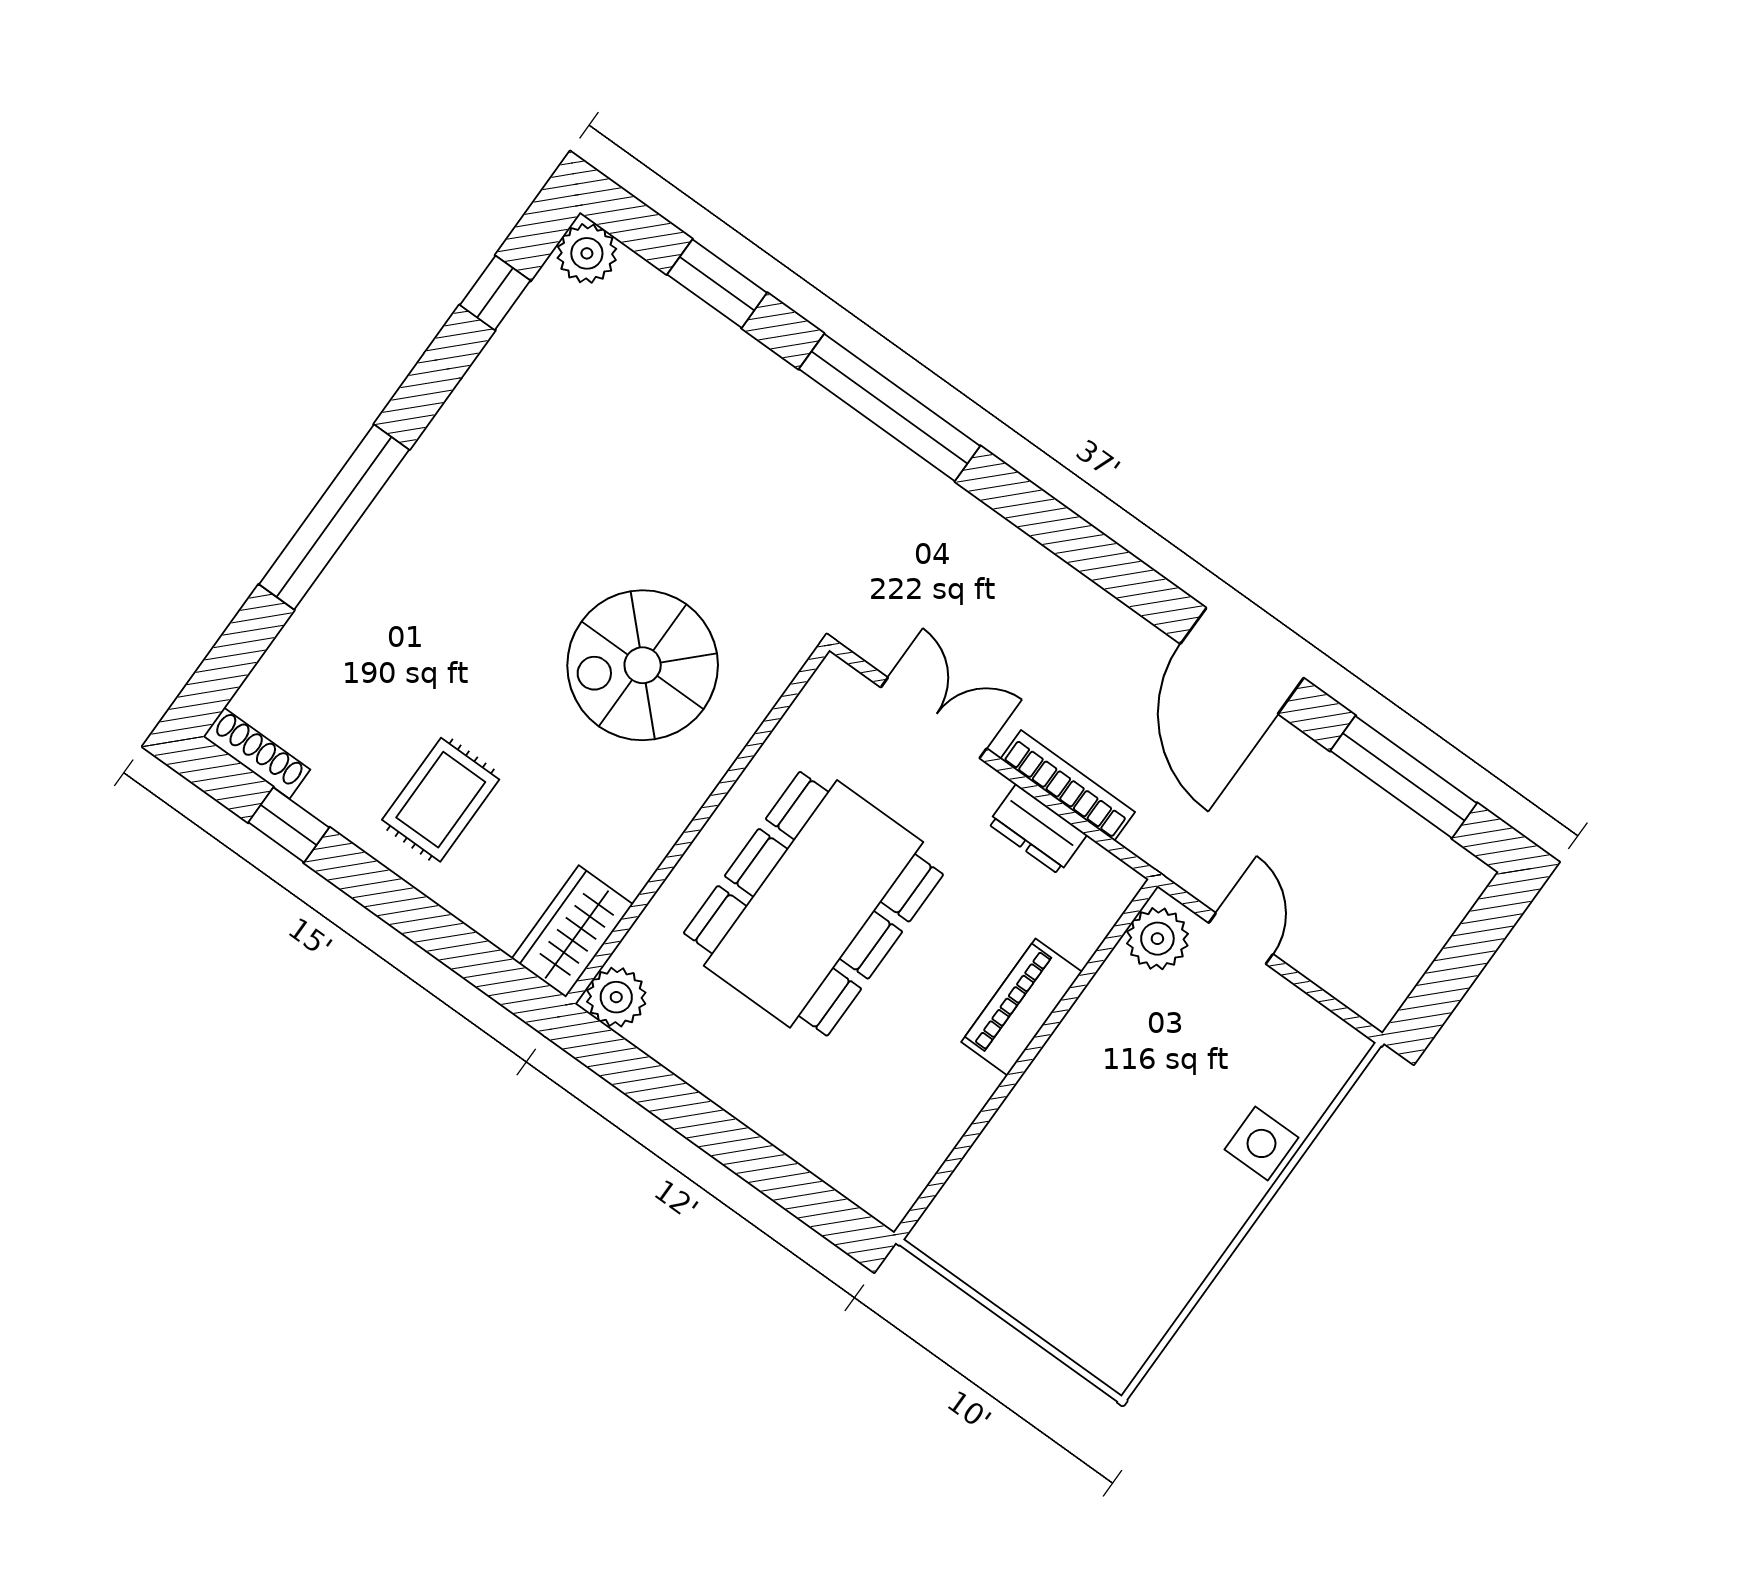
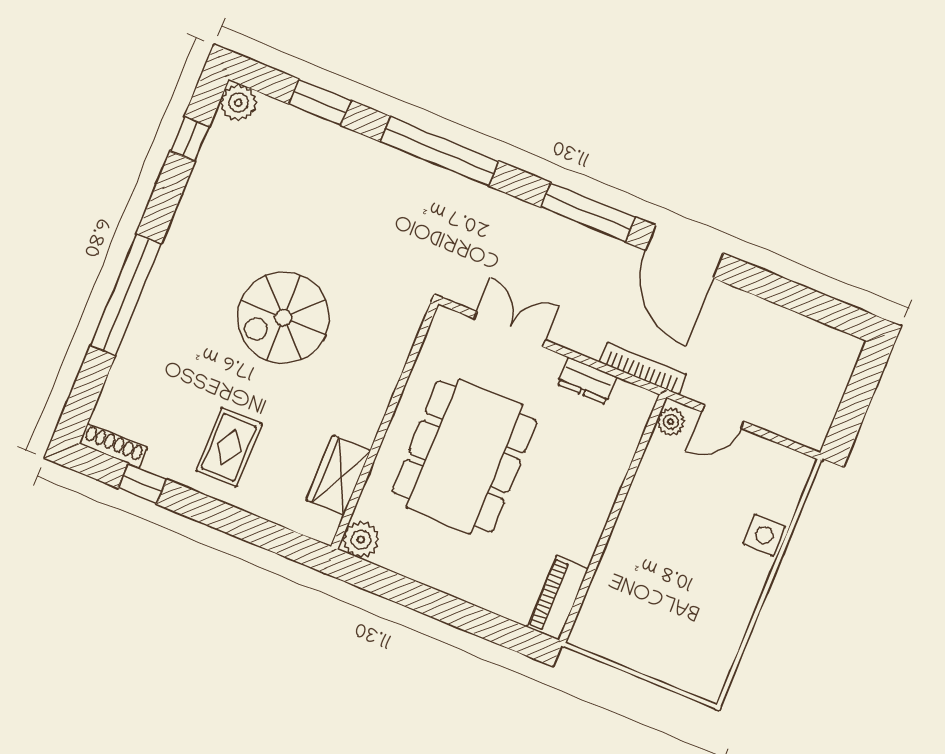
spiral stairs: (643, 665) -> (283, 318), moved
window: (1404, 777) -> (588, 212), moved
bookcase: (1068, 785) -> (643, 368), moved
wardrobe: (572, 931) -> (338, 475), moved
plant: (1157, 939) -> (671, 422), width x0.73, depth x0.73
door: (1241, 939) -> (723, 417), swing flipped
piano: (1022, 1007) -> (558, 598), moved

